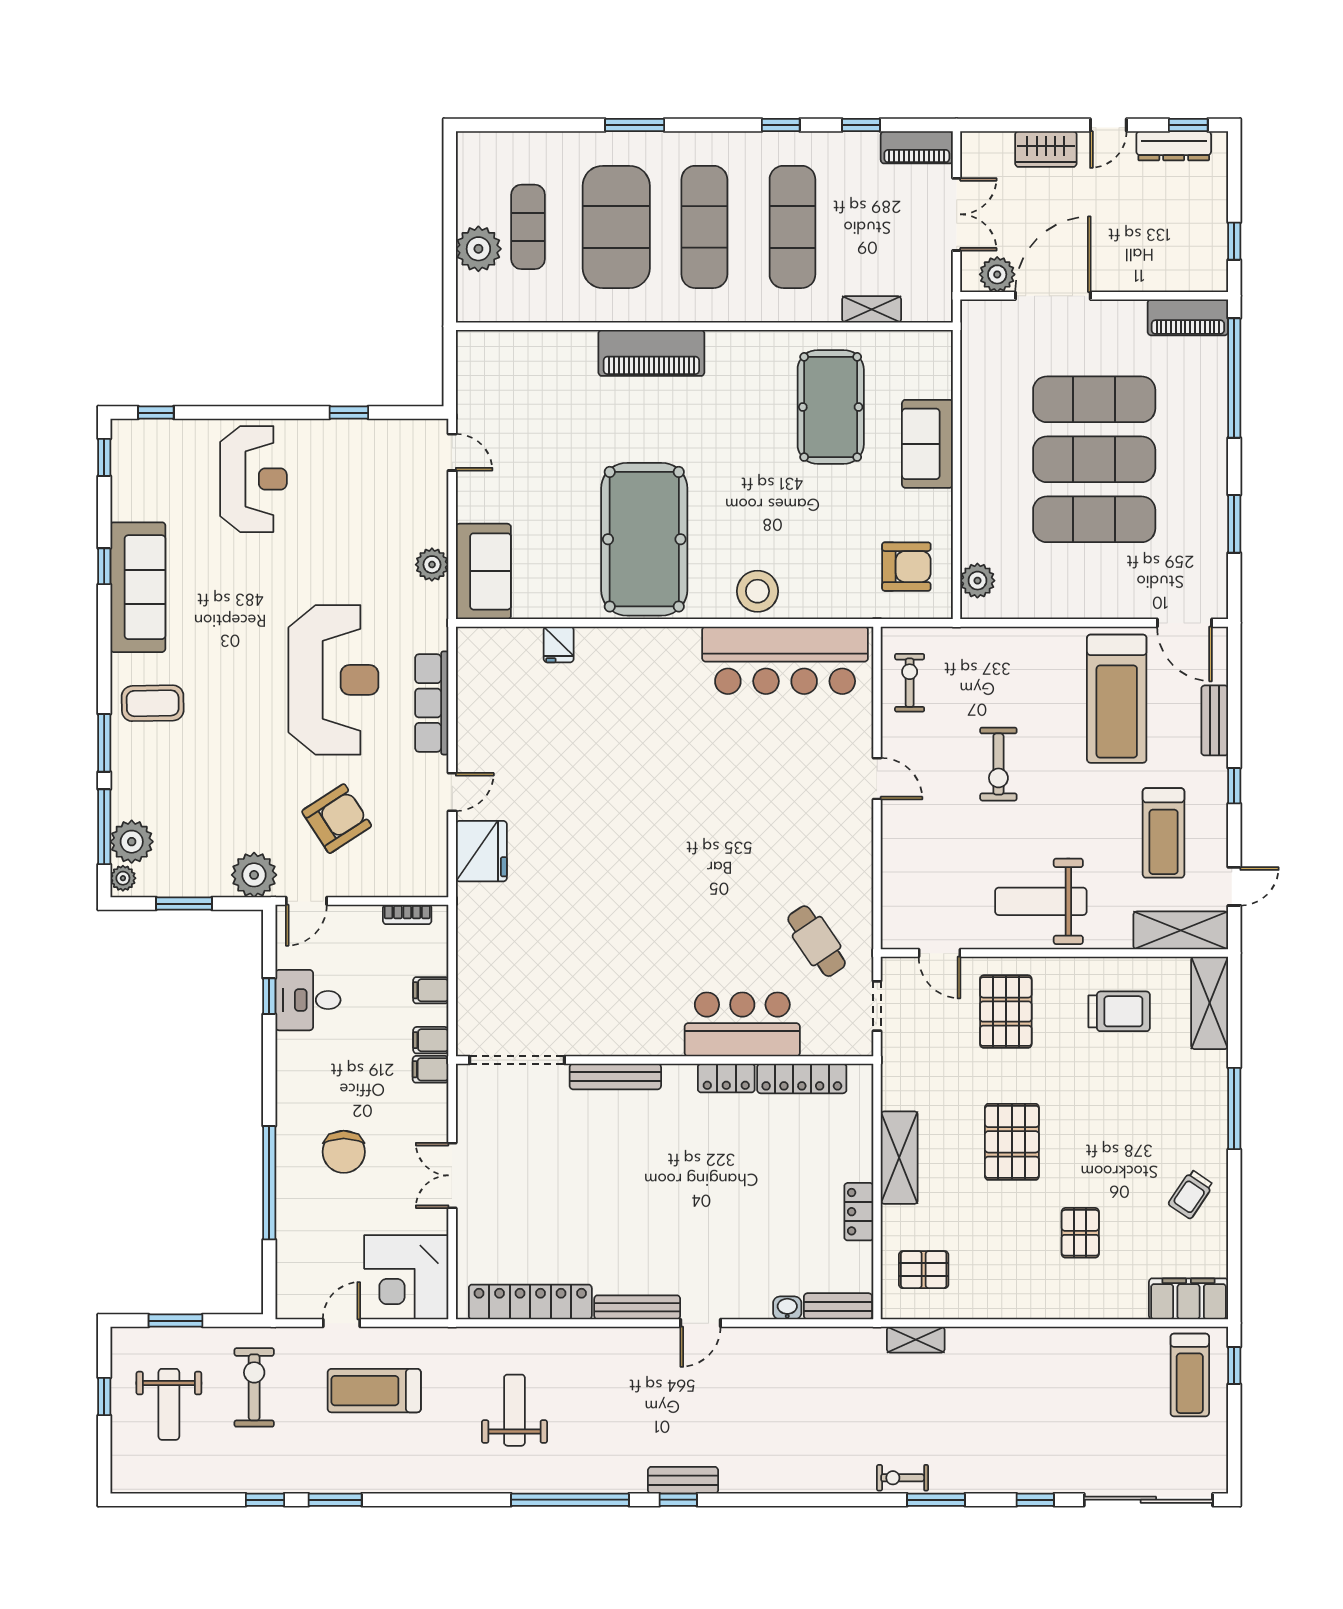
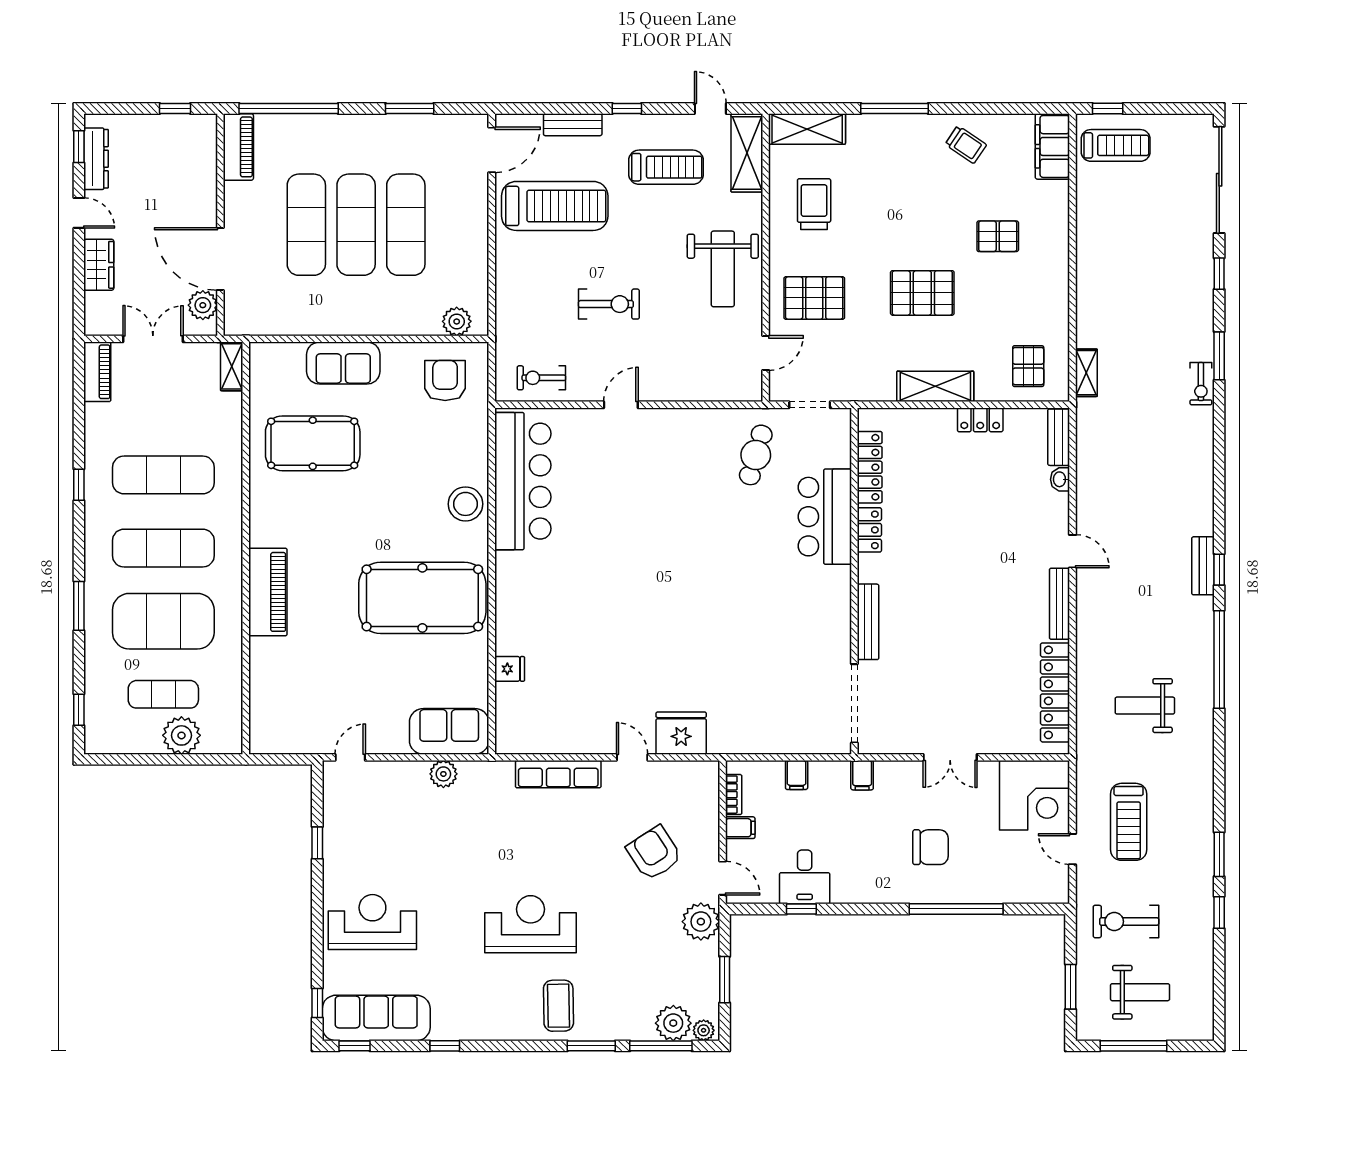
window: (861, 125) -> (79, 710), moved
shelving: (872, 309) -> (232, 366), moved
sofa: (138, 587) -> (376, 1018), moved
reception desk: (333, 680) -> (531, 924), moved, width x0.74, depth x0.77
cafe table: (817, 941) -> (756, 455), turned -40
filing cabinet: (431, 1040) -> (740, 828), moved, turned -90
window: (104, 1397) -> (1134, 1046), width x2.17

